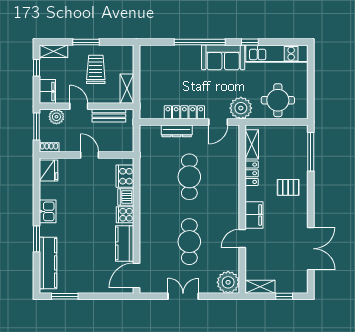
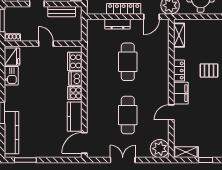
plant: (56, 117) -> (19, 12), removed
locker: (252, 173) -> (179, 71), moved
kitchen sink: (48, 211) -> (11, 76), moved

